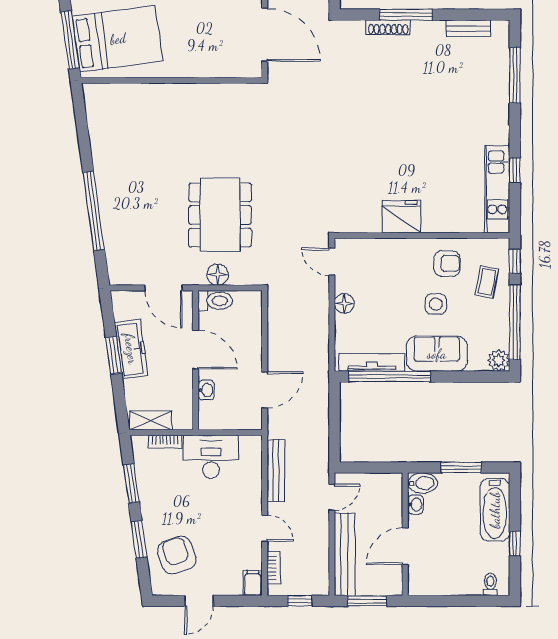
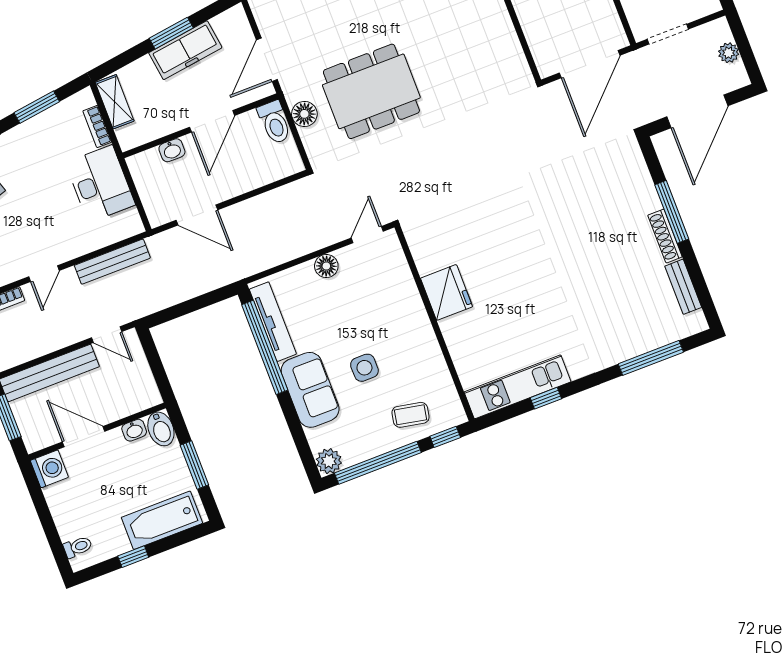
shoe rack: (388, 27) -> (665, 236), moved
armchair: (447, 264) -> (414, 363), removed
washing machine: (420, 583) -> (49, 469), added

